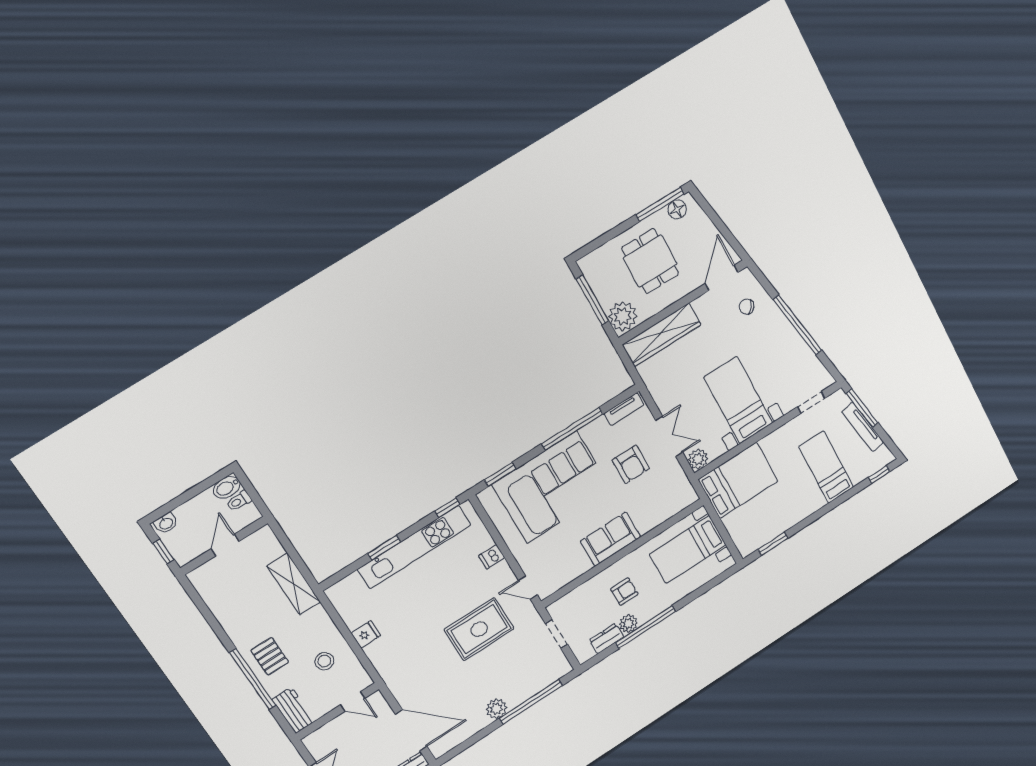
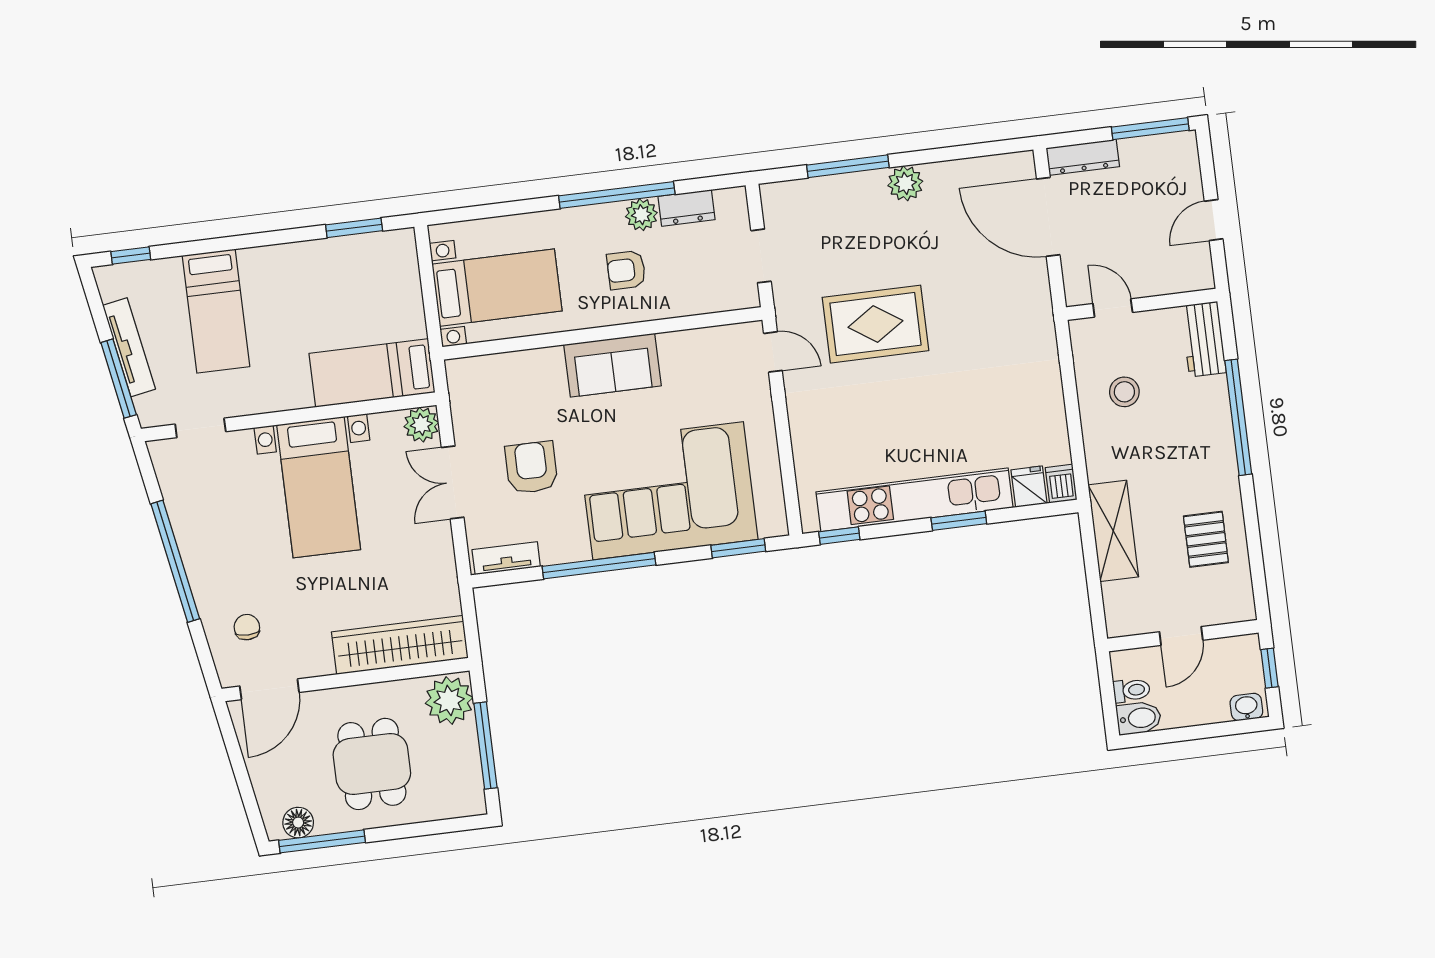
chair: (747, 307) -> (247, 627), turned -126
bed: (738, 480) -> (372, 373), width x0.67
dishwasher: (492, 557) -> (1061, 484), moved, turned -90
fridge: (366, 634) -> (1029, 487), moved, turned 90
pallet: (270, 656) -> (1206, 539), moved
window: (531, 702) -> (848, 166), width x0.68

